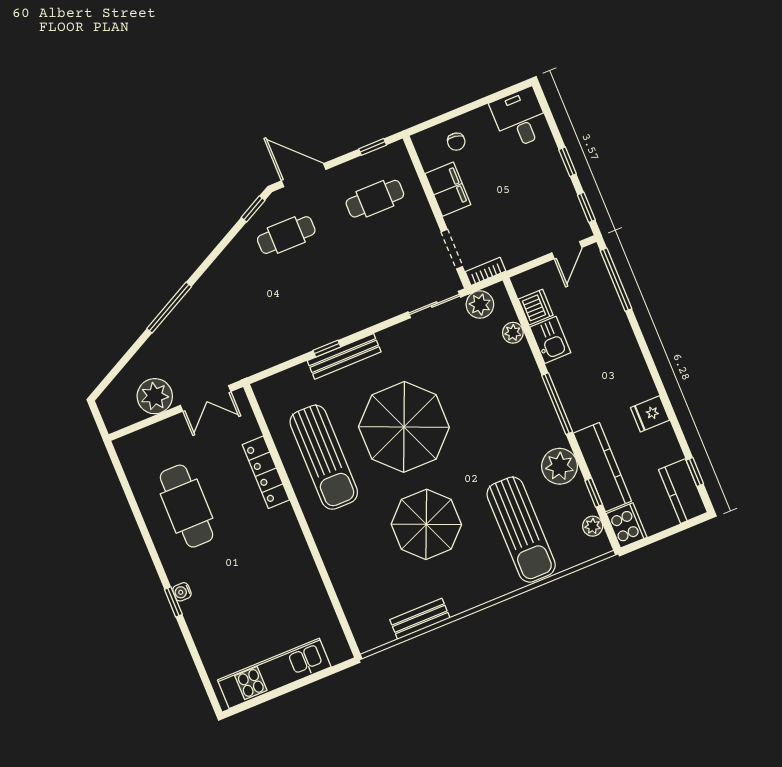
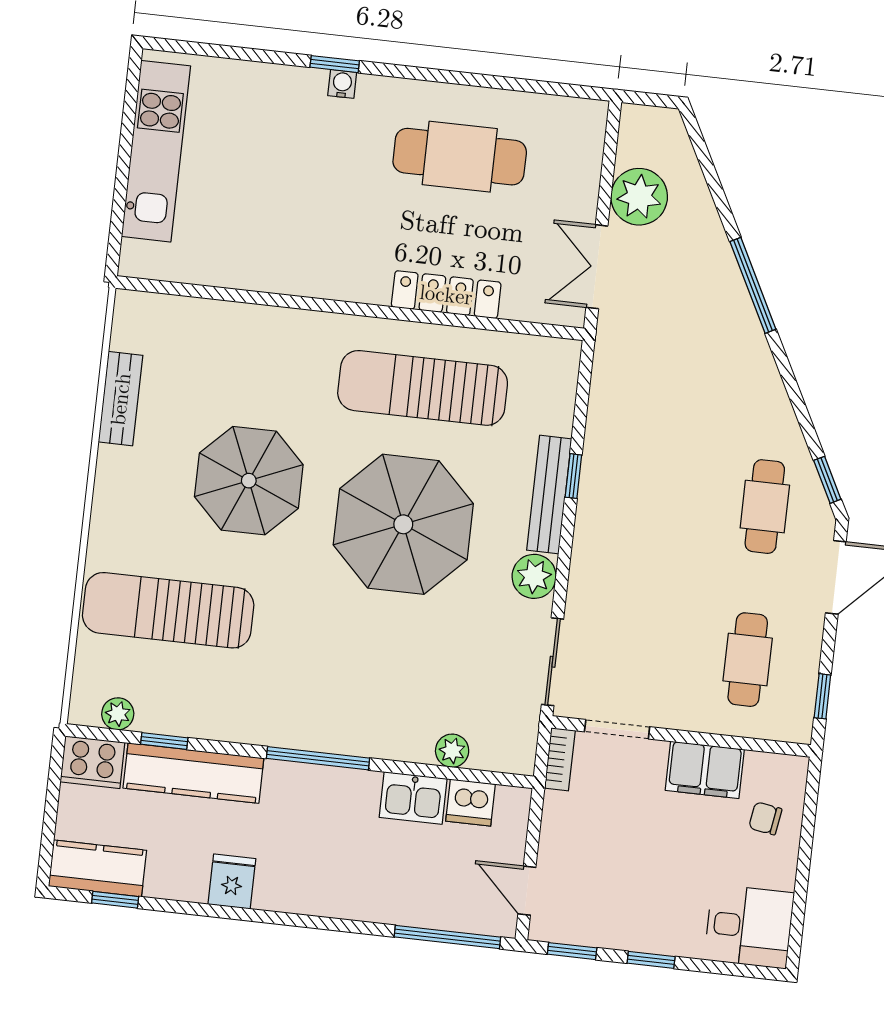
plant: (480, 305) -> (534, 576), moved
plant: (560, 466) -> (228, 713), removed

